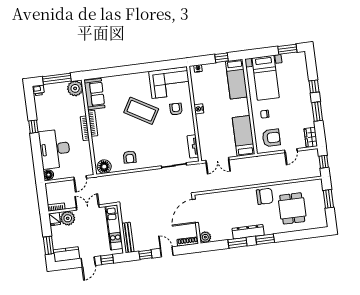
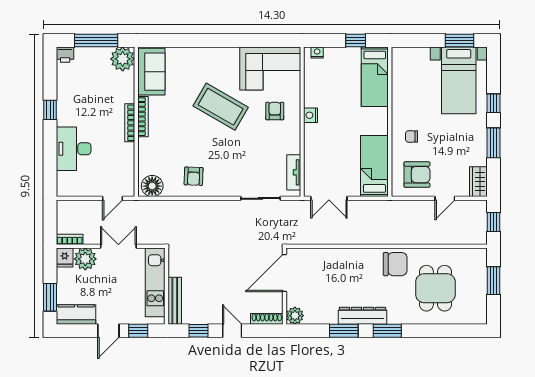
bed with nightstands: (266, 78) -> (459, 80), moved
desk: (55, 149) -> (74, 149), width x0.73, depth x0.77
floor lamp: (49, 175) -> (64, 188), removed

